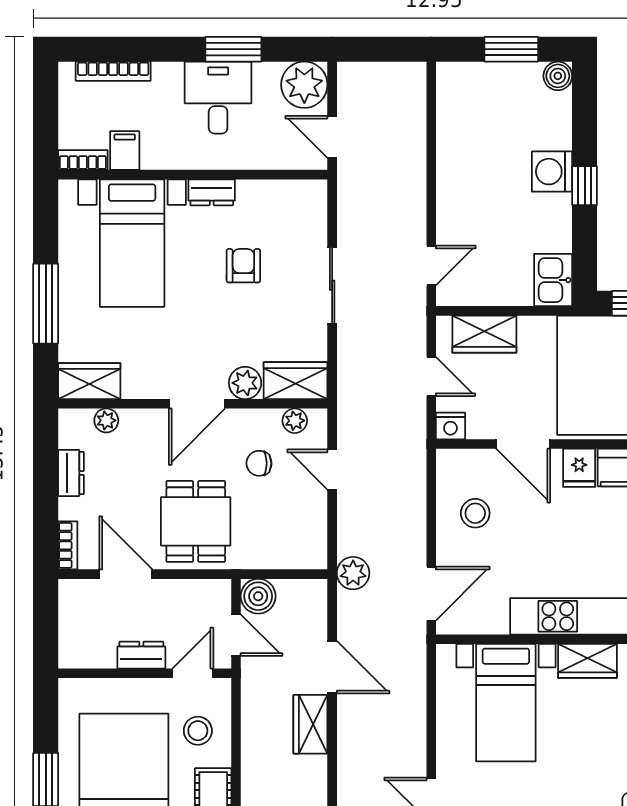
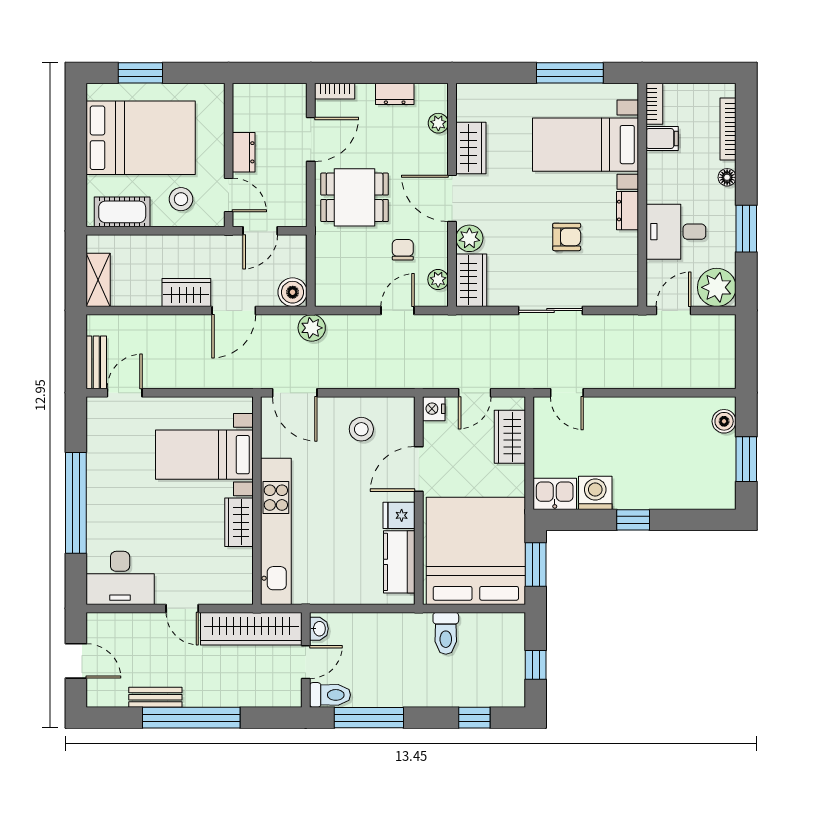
floor lamp: (172, 72) -> (727, 177), added
boiler: (558, 76) -> (724, 421), moved
desk: (218, 98) -> (676, 232), moved, turned 180
washing machine: (552, 172) -> (595, 493), moved
window: (46, 304) -> (570, 73), moved
wardrobe: (89, 381) -> (471, 148), moved
boiler: (258, 596) -> (293, 292), moved

